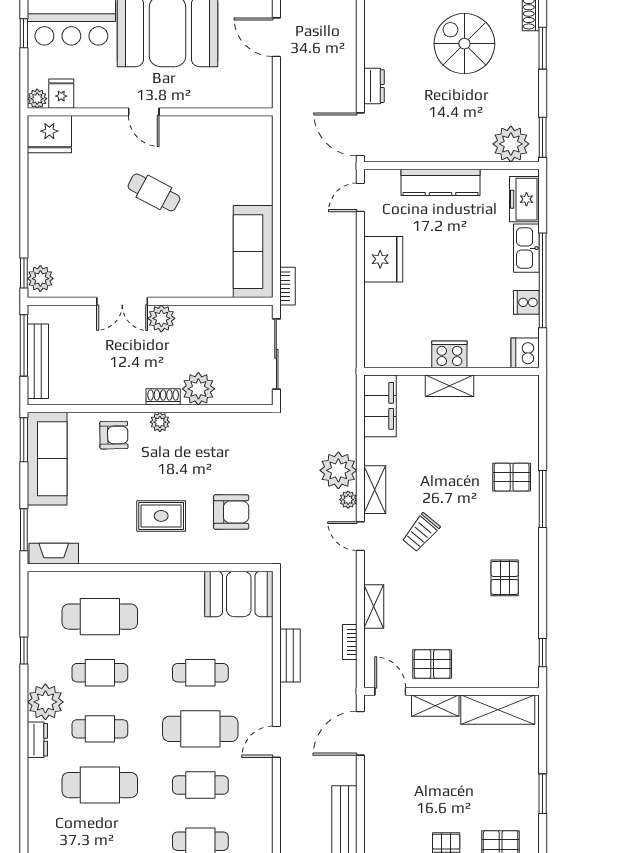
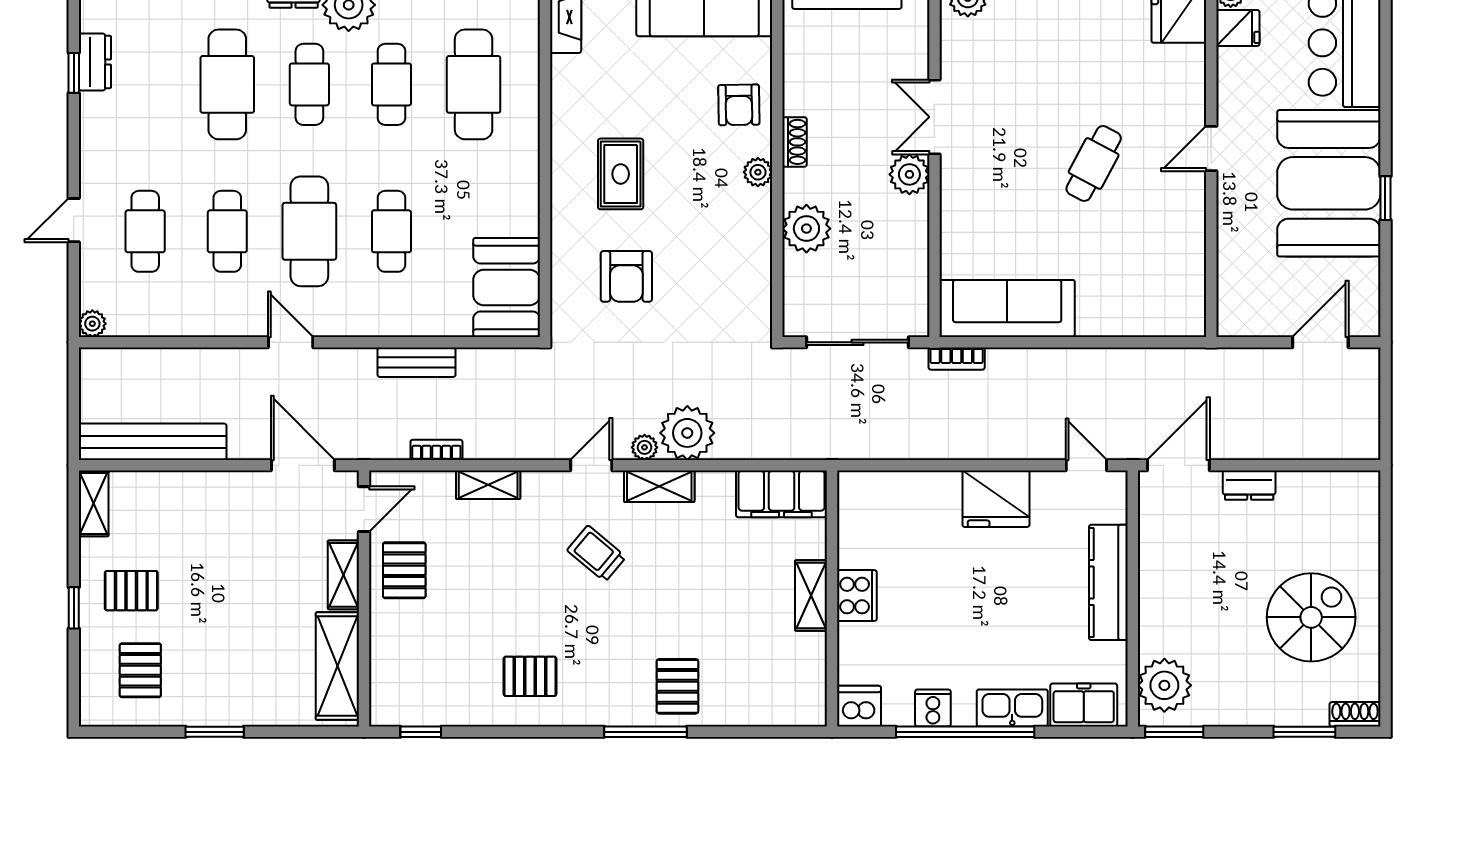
shoe rack: (163, 397) -> (795, 142), moved

